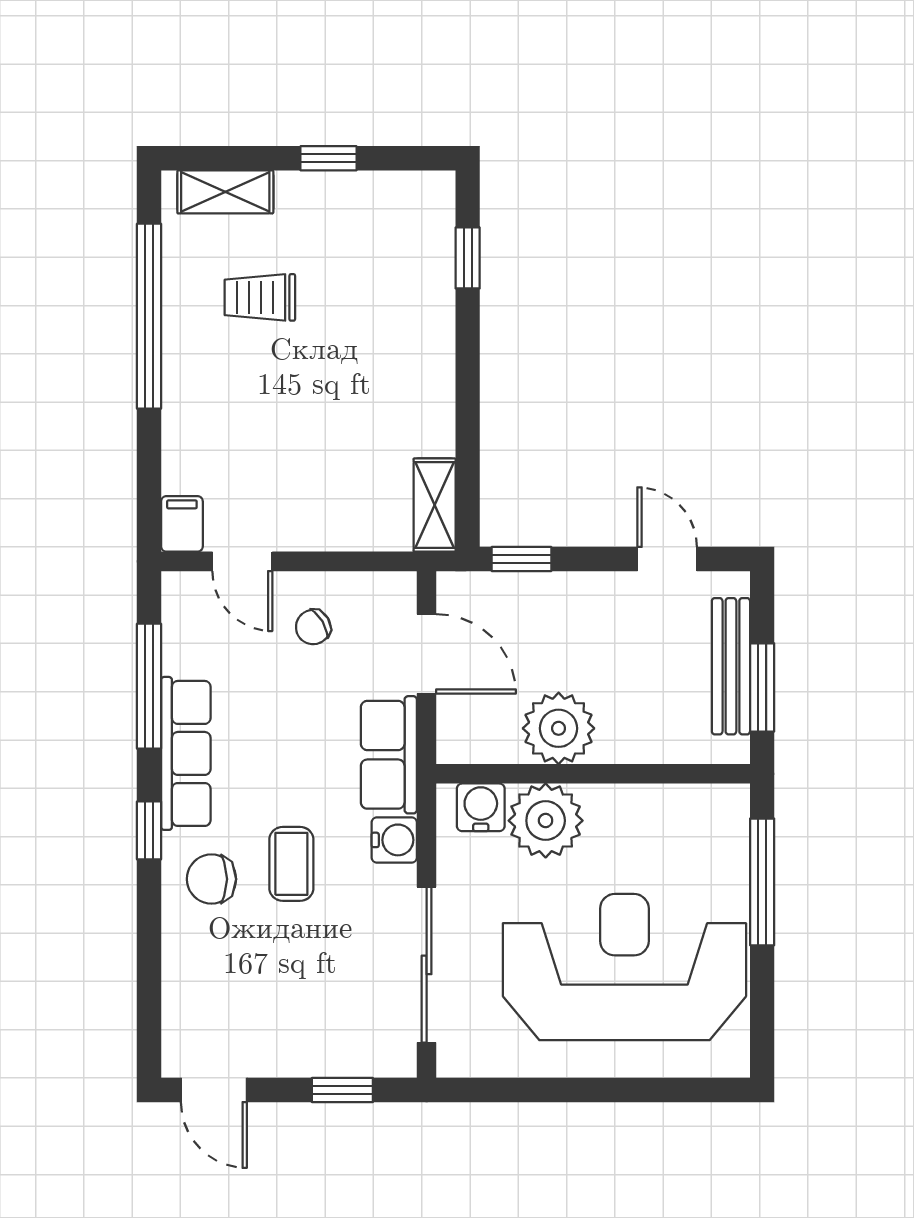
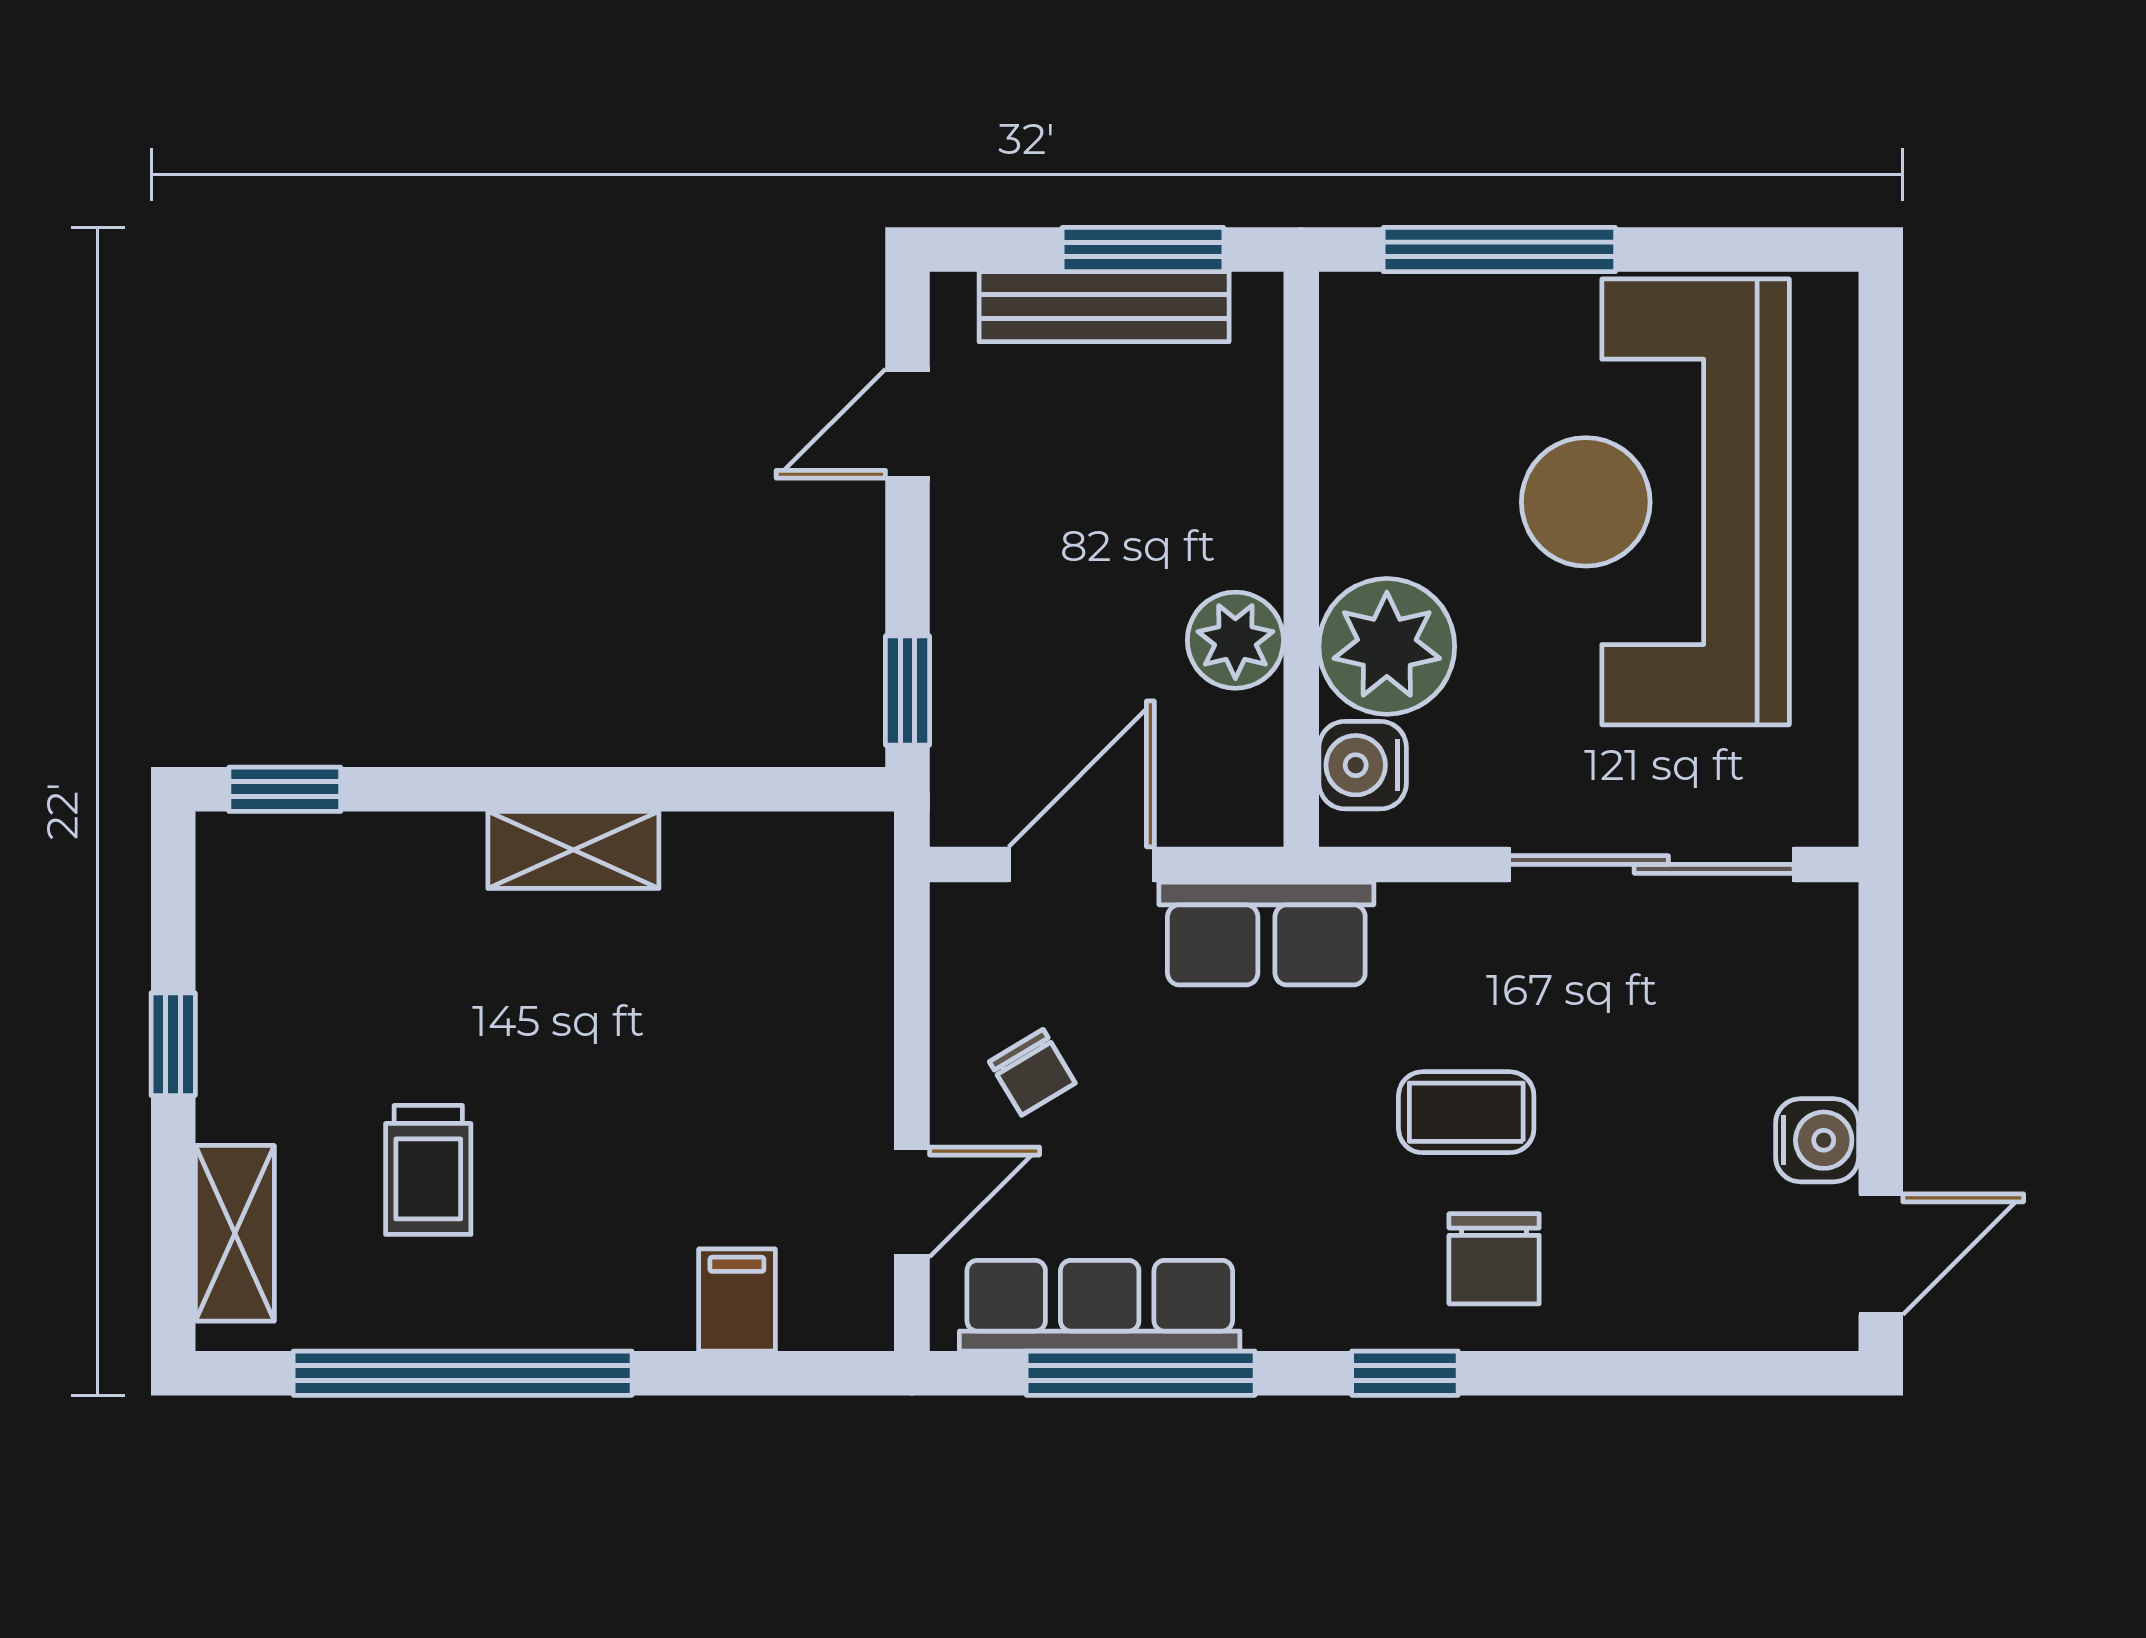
window: (468, 258) -> (285, 789), moved
shelving: (435, 505) -> (573, 850), moved
filing cabinet: (182, 524) -> (737, 1300), moved, turned 90
plant: (559, 728) -> (1235, 640), width x0.73, depth x0.73
row of seats: (186, 753) -> (1100, 1306), moved
water cooler: (394, 840) -> (1817, 1140), moved, turned 90
window: (342, 1090) -> (1881, 1019), removed

